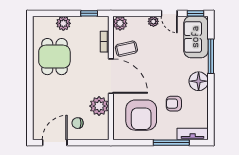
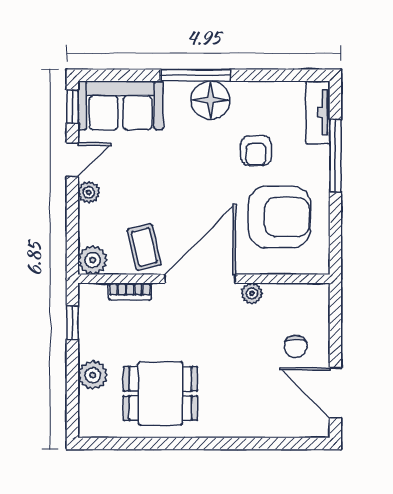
window: (211, 56) -> (196, 75), moved
plant: (99, 106) -> (252, 293), width x0.53, depth x0.53

